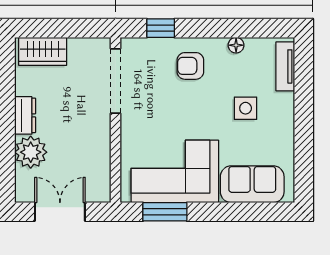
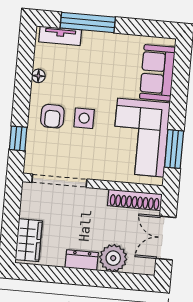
window: (304, 97) -> (88, 23), added
side table: (246, 108) -> (84, 118), moved
shoe rack: (101, 171) -> (135, 200), added

